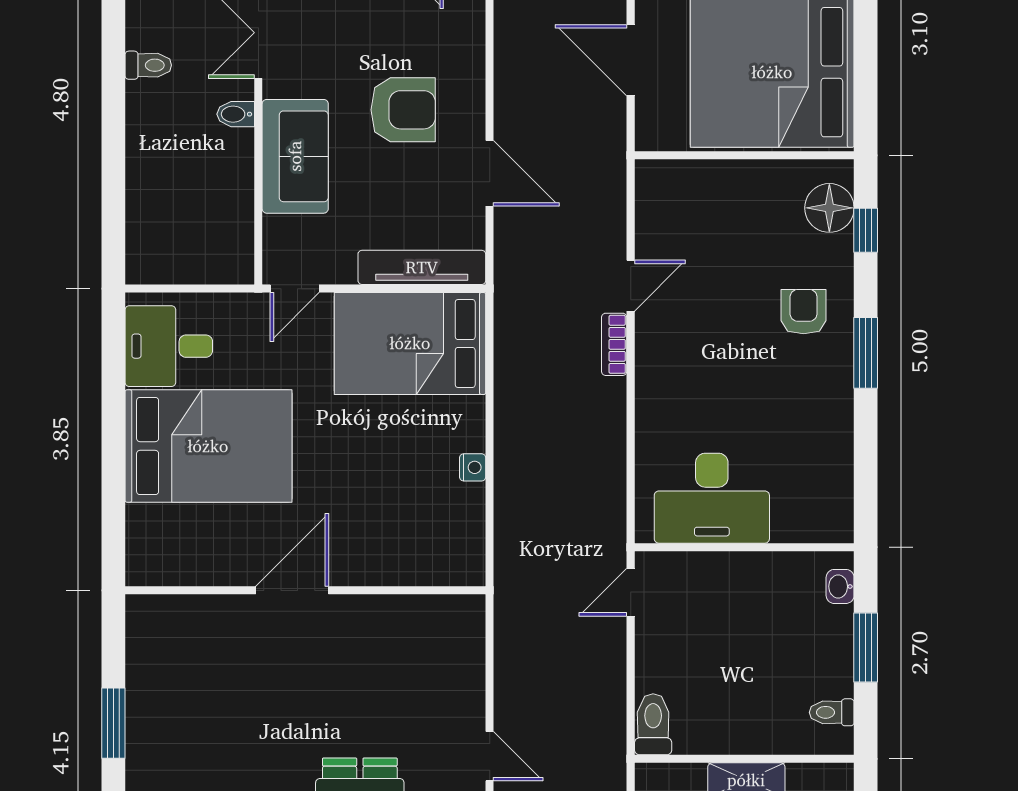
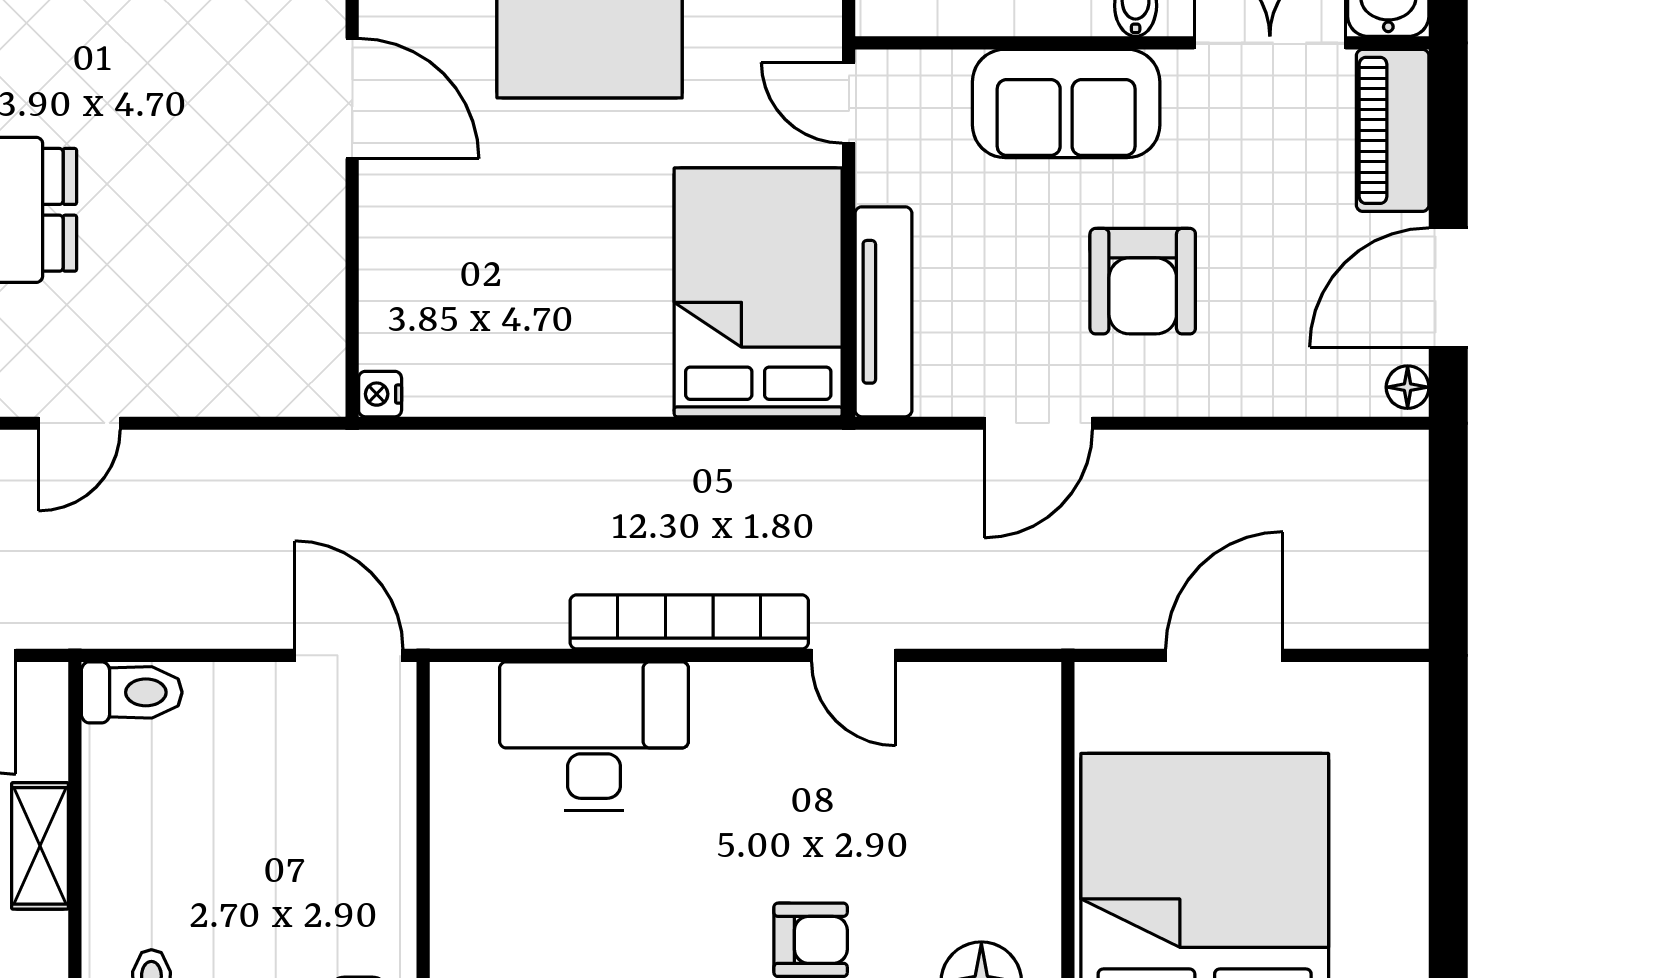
bookcase: (614, 344) -> (689, 622), width x2.31, depth x1.31
nightstand: (473, 467) -> (380, 394), moved, turned 90
desk: (712, 498) -> (594, 736), moved, turned 90
door: (631, 592) -> (349, 655), width x1.38

